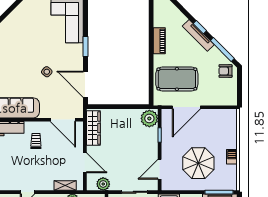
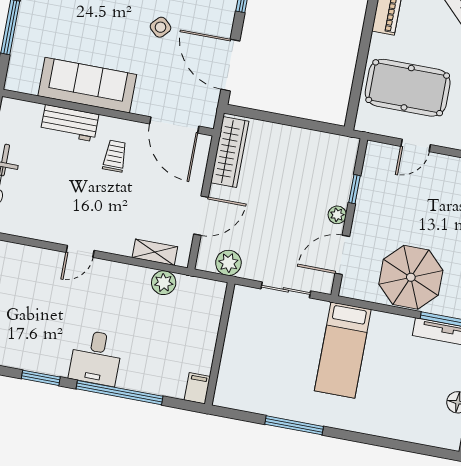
door: (186, 107) -> (416, 145), width x0.53
plant: (149, 118) -> (337, 215), moved, width x0.53, depth x0.53
door: (85, 163) -> (201, 216), hinge flipped
parasol: (198, 163) -> (411, 277), moved

